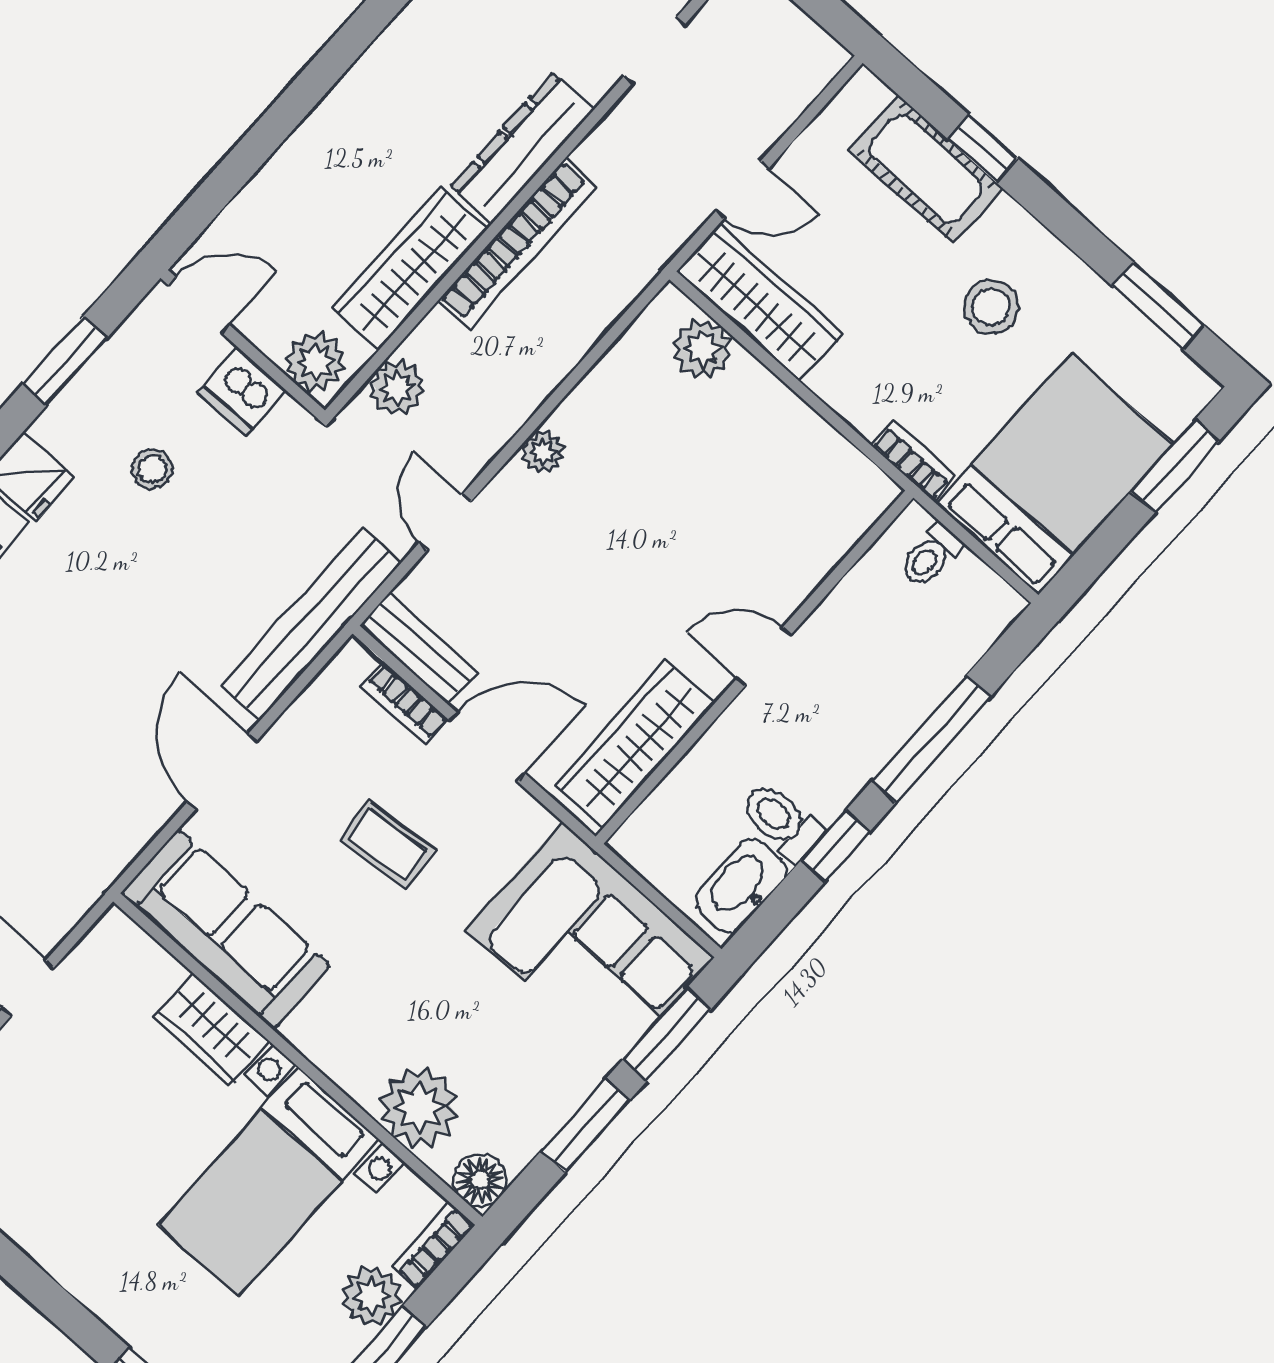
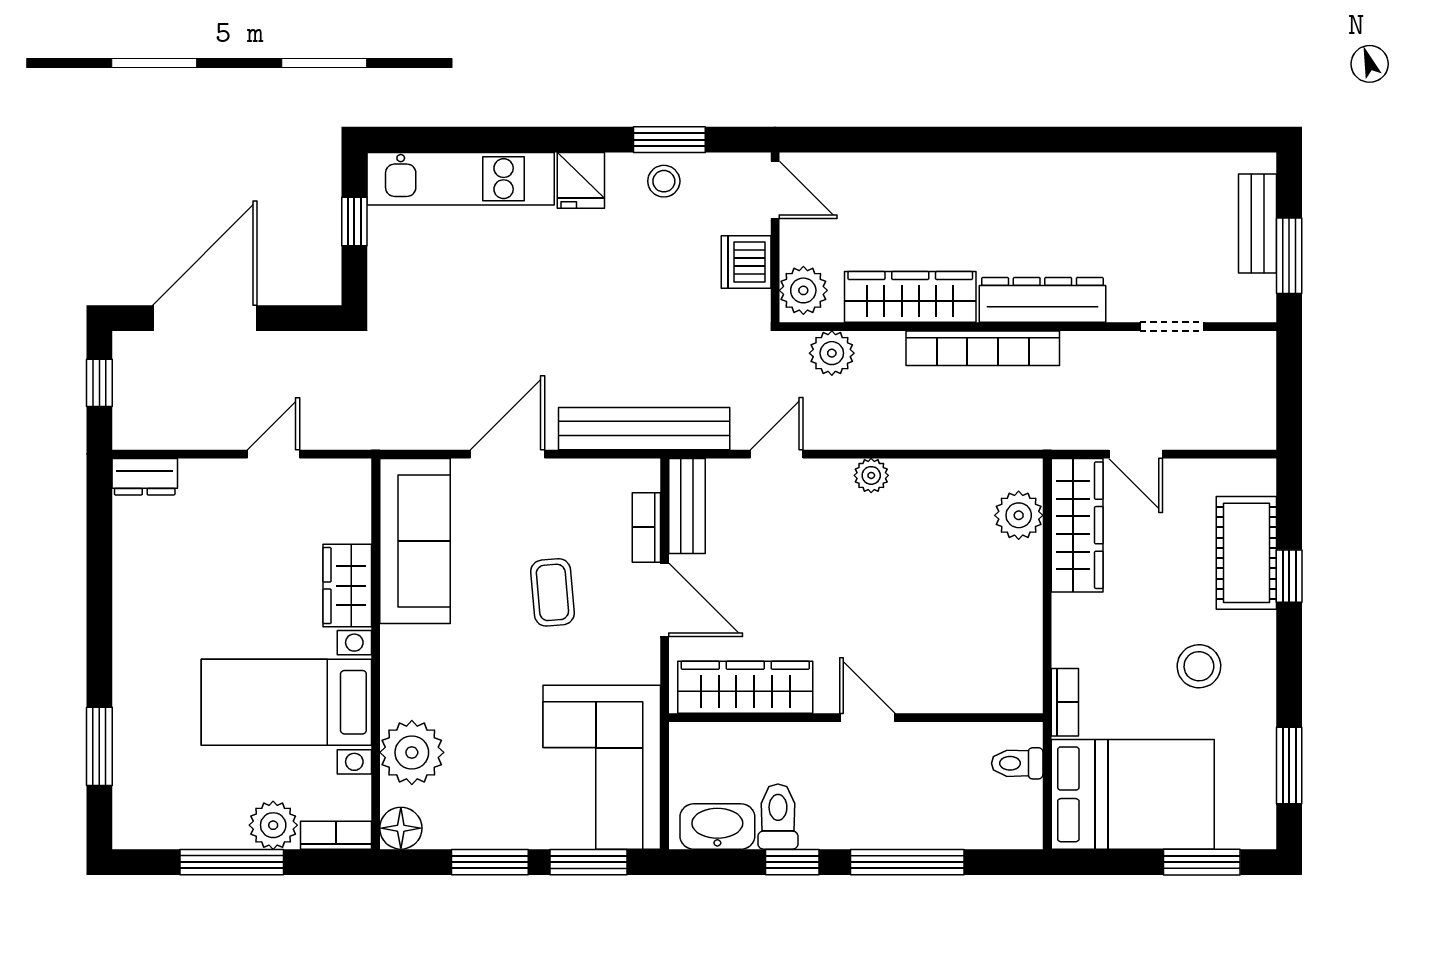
stool: (152, 469) -> (664, 181), moved

